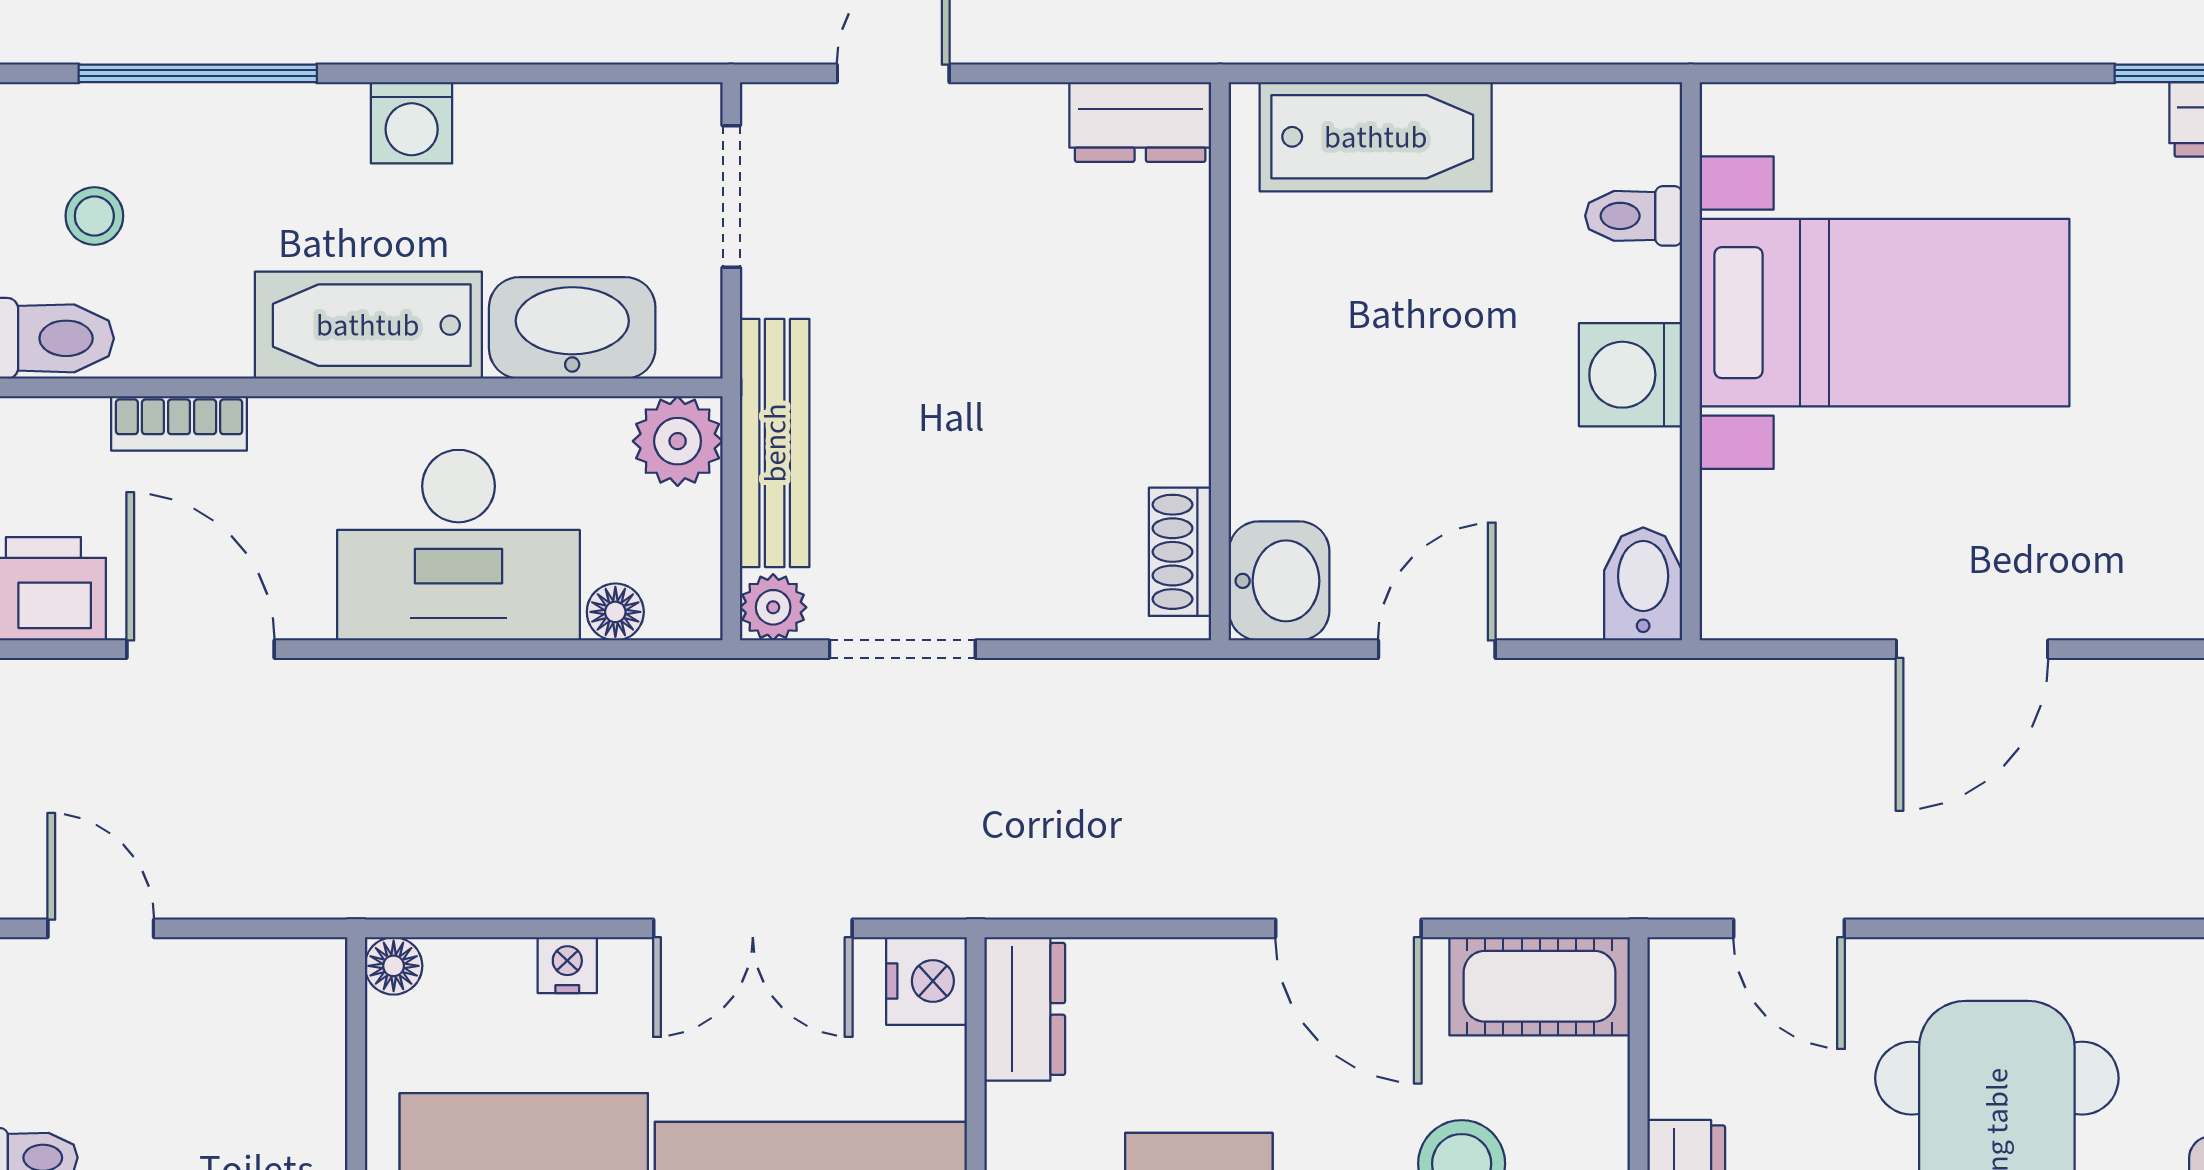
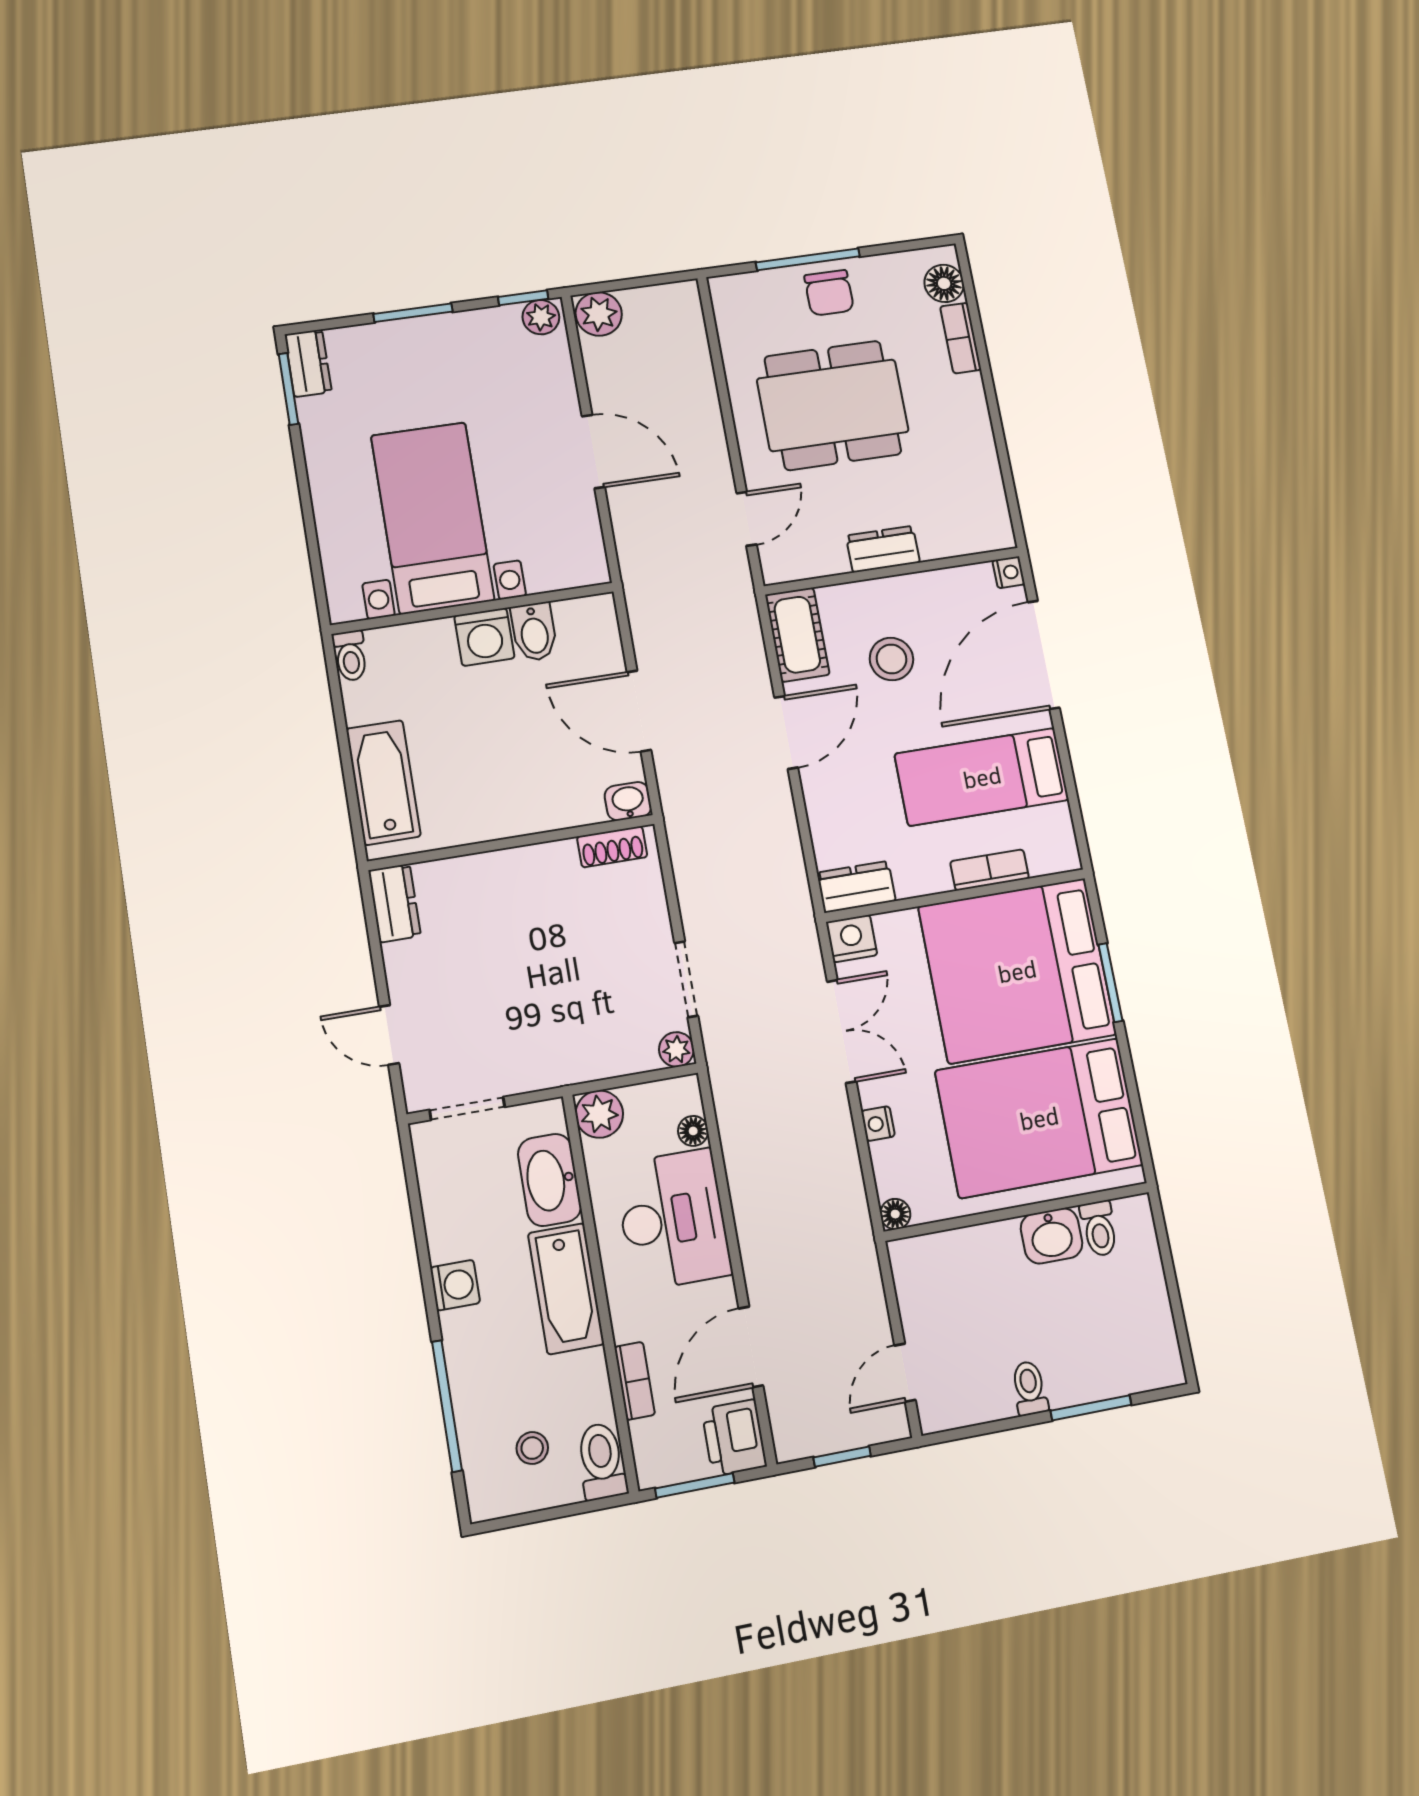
toilet: (1634, 216) -> (350, 656), moved
bench: (775, 443) -> (592, 1063), removed
washbasin: (1279, 581) -> (628, 801), width x0.72, depth x0.69
bidet: (1643, 584) -> (534, 632), moved, turned -90
door: (1437, 649) -> (639, 711), width x1.38

